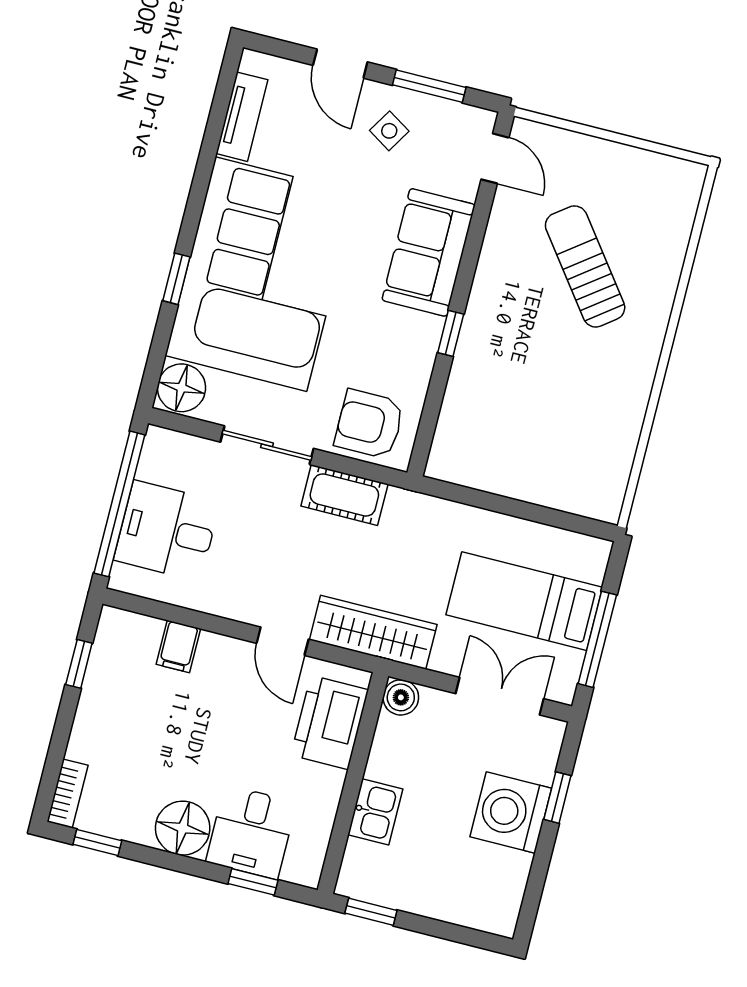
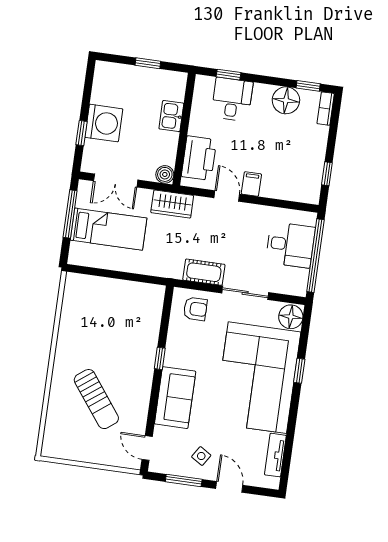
armchair: (369, 424) -> (195, 309), width x0.72, depth x0.72
wardrobe: (373, 632) -> (172, 204), width x0.67
filing cabinet: (178, 646) -> (251, 184), moved
floor lamp: (183, 828) -> (286, 100), moved
window: (371, 912) -> (148, 63), moved

